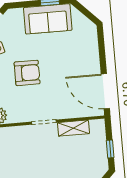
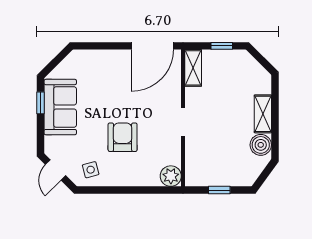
shelving: (73, 128) -> (193, 68), moved

